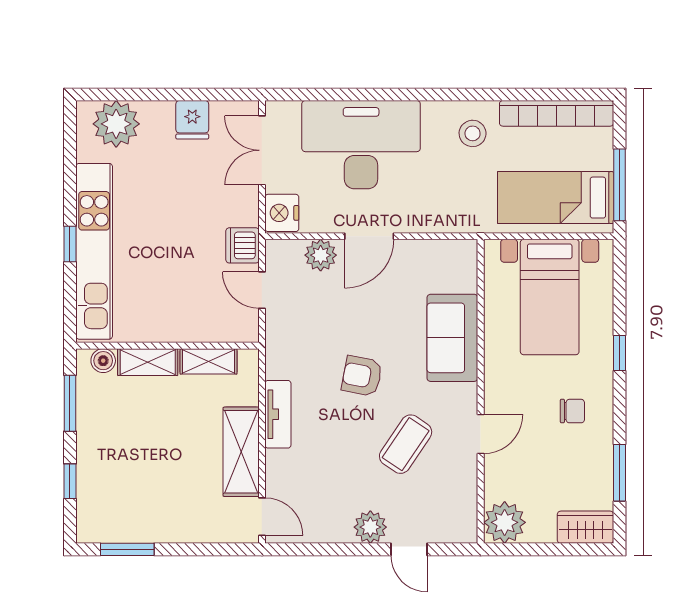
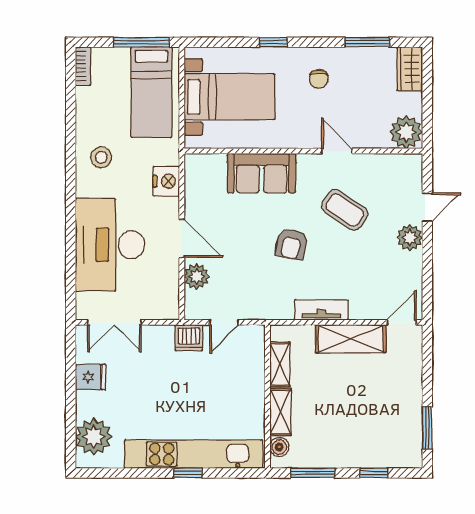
bookcase: (557, 113) -> (83, 66), width x0.43, depth x0.76
nightstand: (282, 213) -> (166, 181), moved, turned -90
chair: (572, 411) -> (319, 79), turned 180

